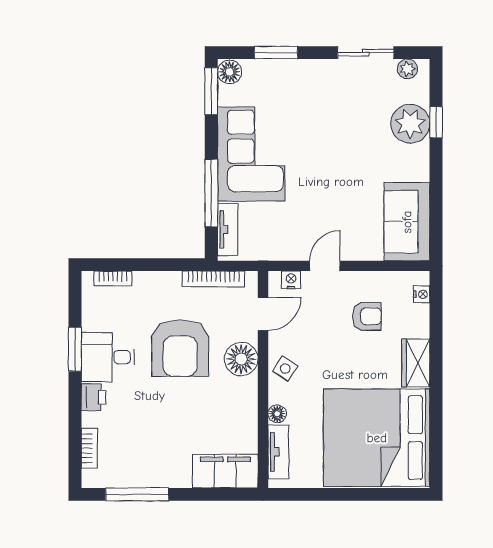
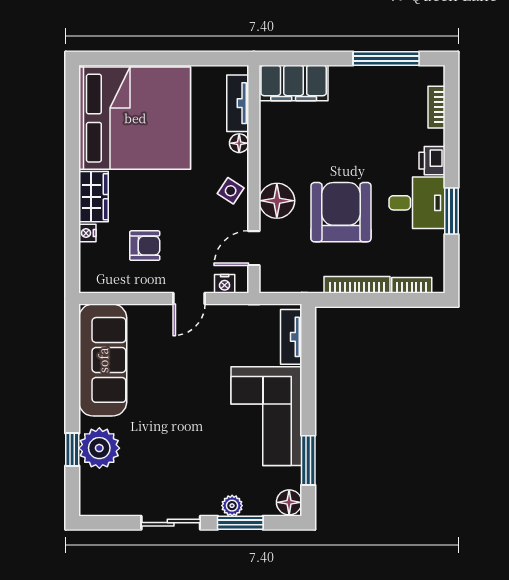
sliding door: (366, 53) -> (171, 523), moved
plant: (407, 69) -> (232, 506), moved
window: (211, 91) -> (308, 460), moved
window: (211, 193) -> (308, 375), removed
sofa: (407, 222) -> (103, 360), width x1.36
bookcase: (213, 279) -> (357, 285), moved
nightstand: (422, 294) -> (87, 233), moved
armchair: (367, 316) -> (145, 246), turned 180

